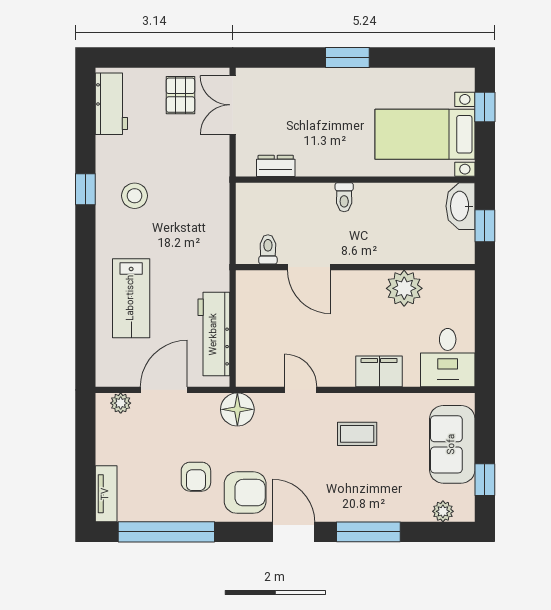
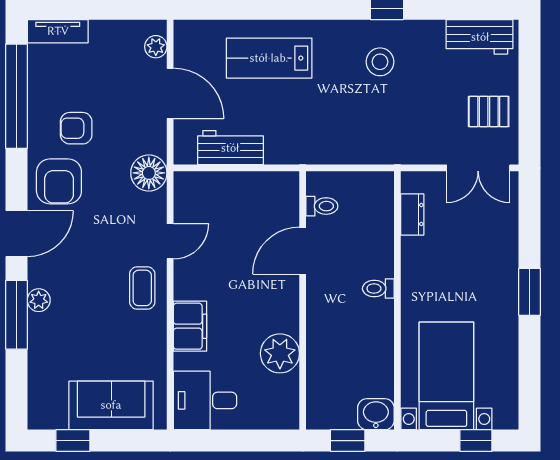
double door: (233, 105) -> (478, 168), swing flipped
washbasin: (460, 206) -> (376, 414), width x0.72
workbench: (214, 334) -> (230, 148), width x0.73
coffee table: (357, 434) -> (142, 288), moved
plant: (443, 511) -> (39, 300), moved

